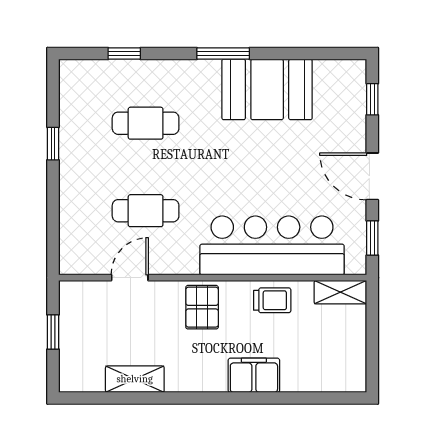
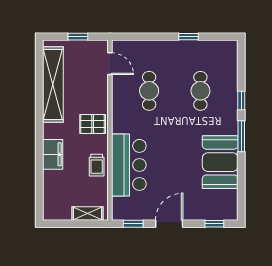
window: (124, 54) -> (241, 101), moved
bar counter: (272, 245) -> (129, 165), width x0.73
door: (130, 278) -> (110, 64), moved
shelving: (340, 292) -> (88, 214), moved, turned 90
shelving: (135, 379) -> (53, 85), width x2.20, depth x1.33

